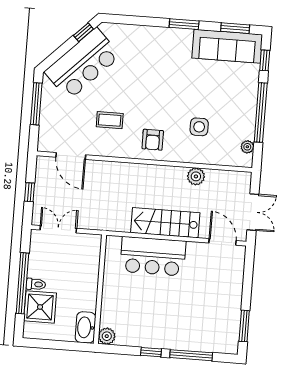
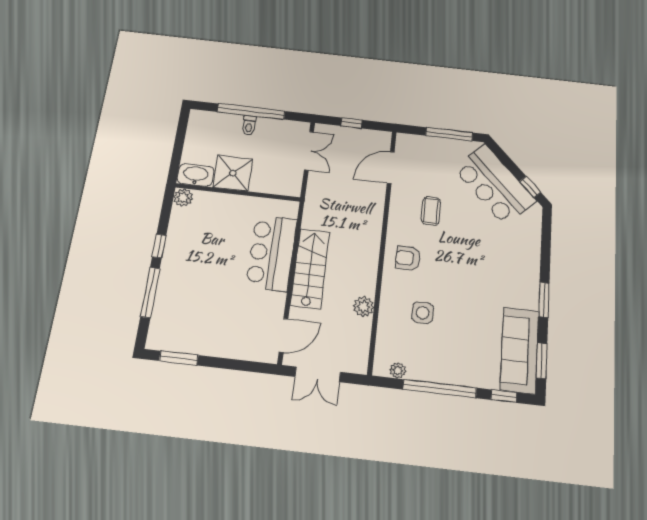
shower: (40, 307) -> (233, 173), moved

